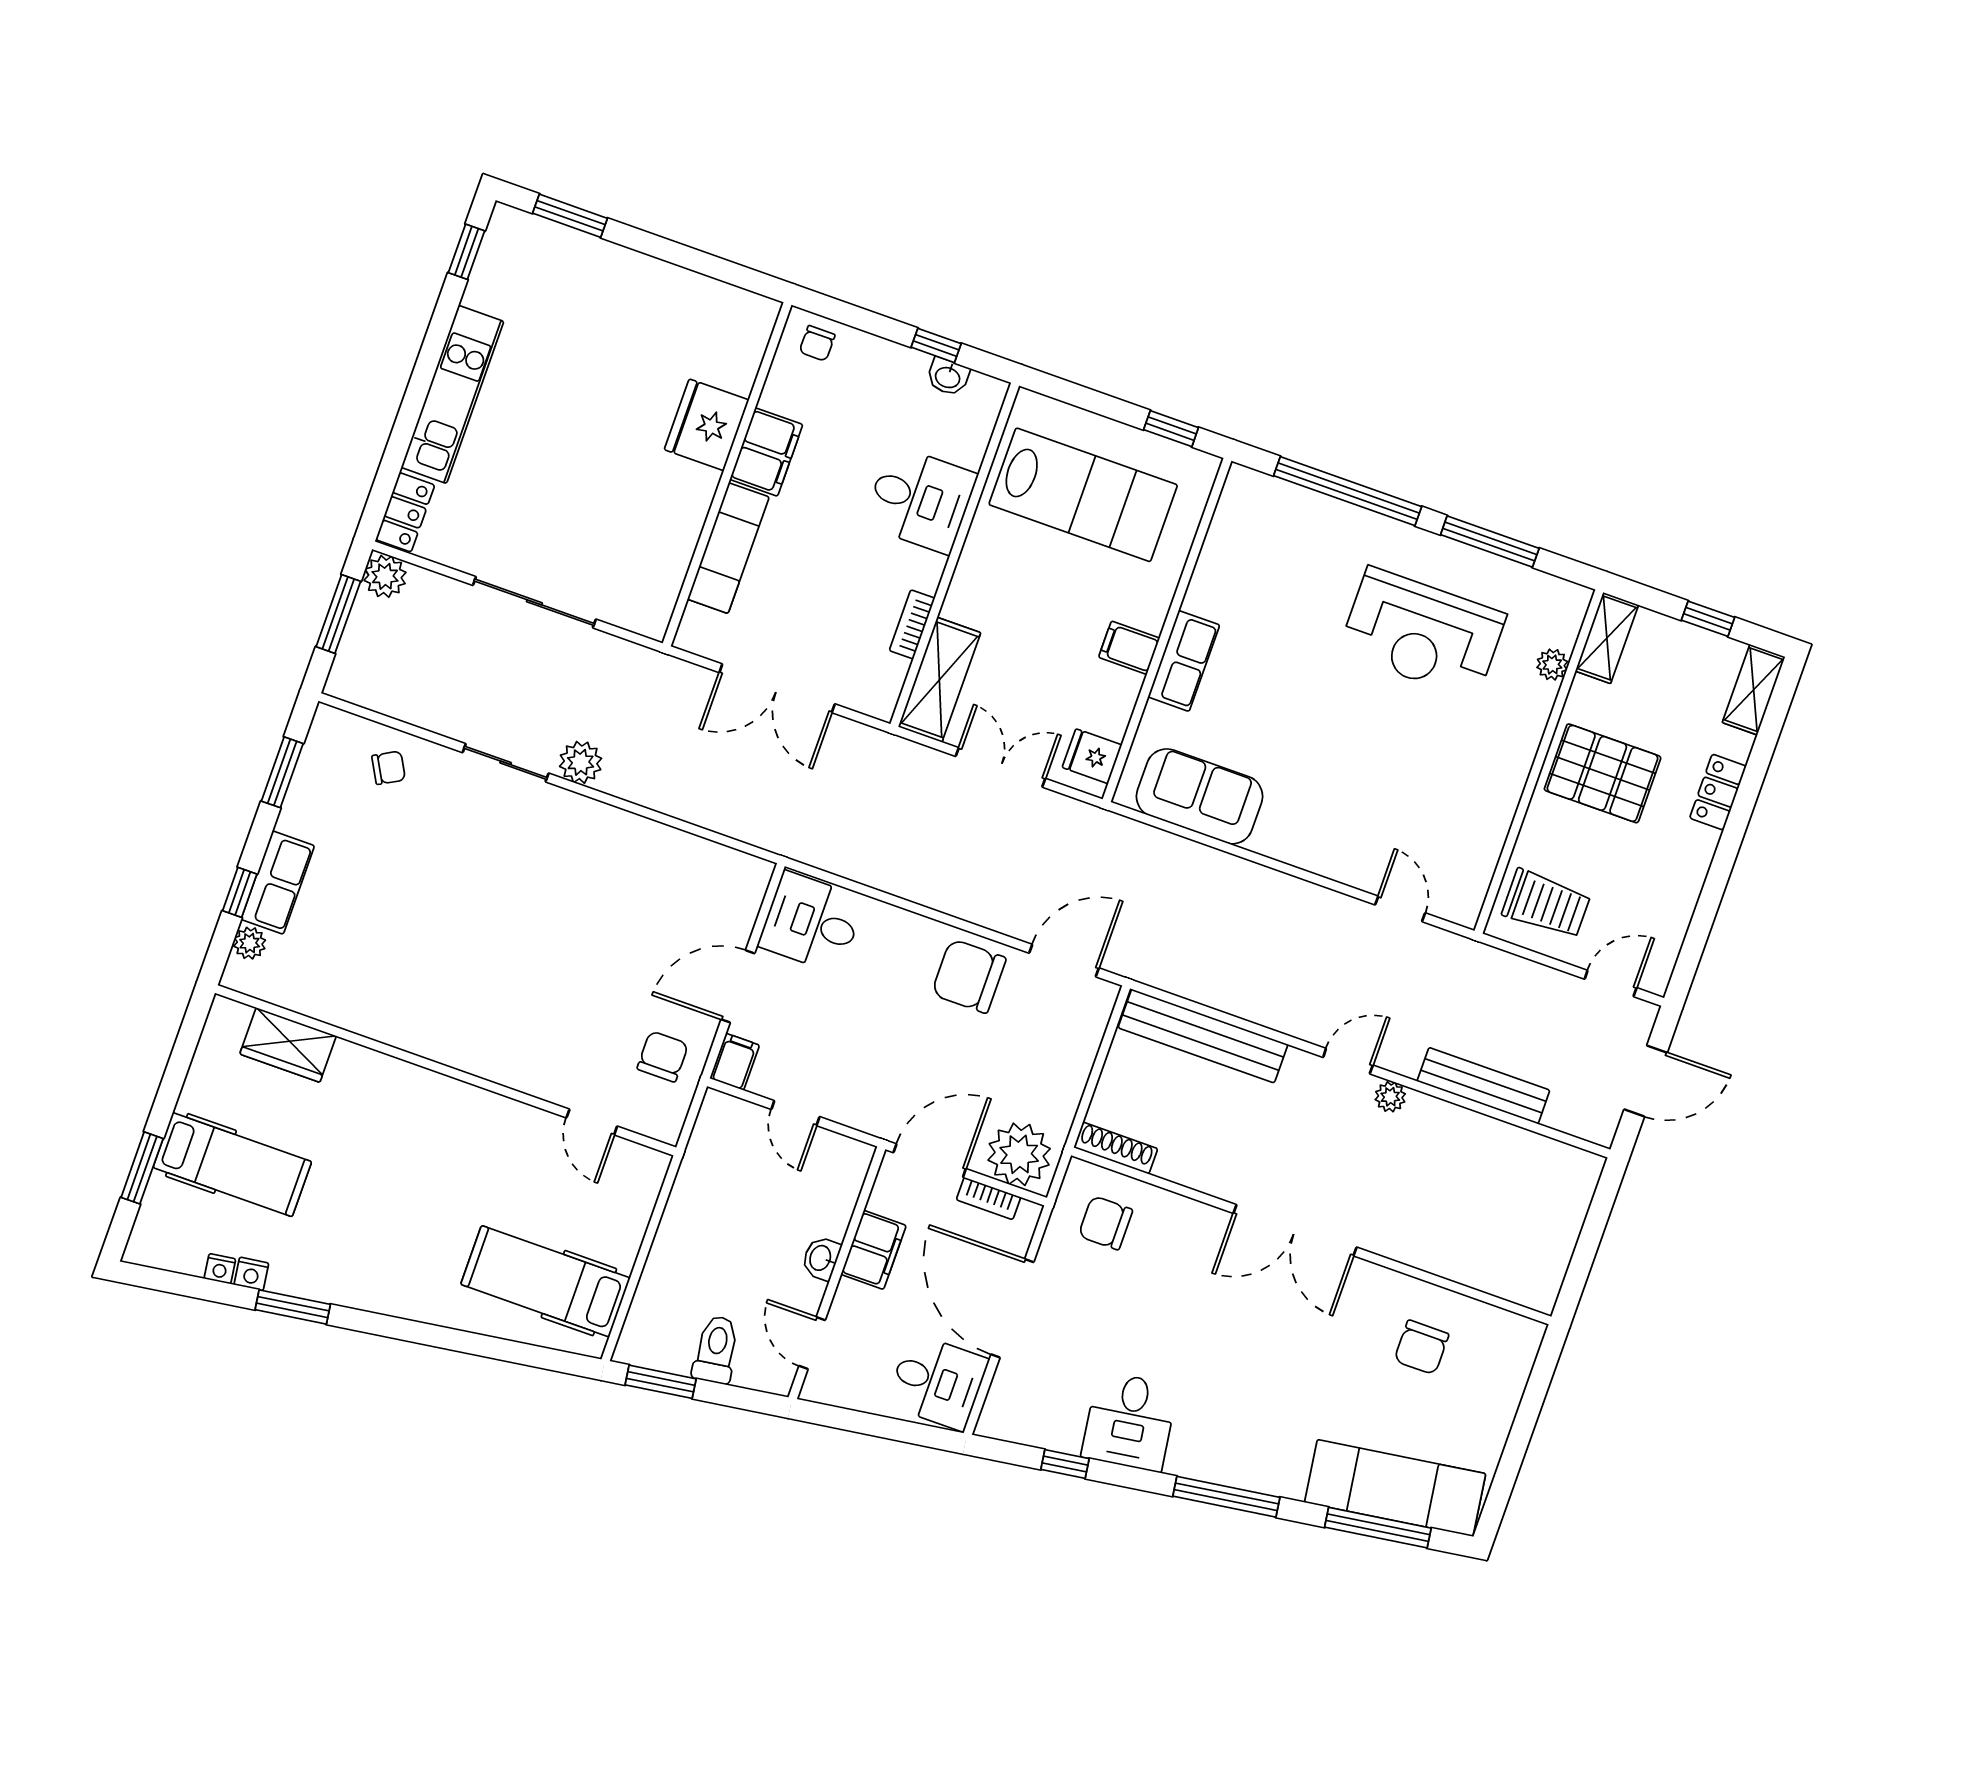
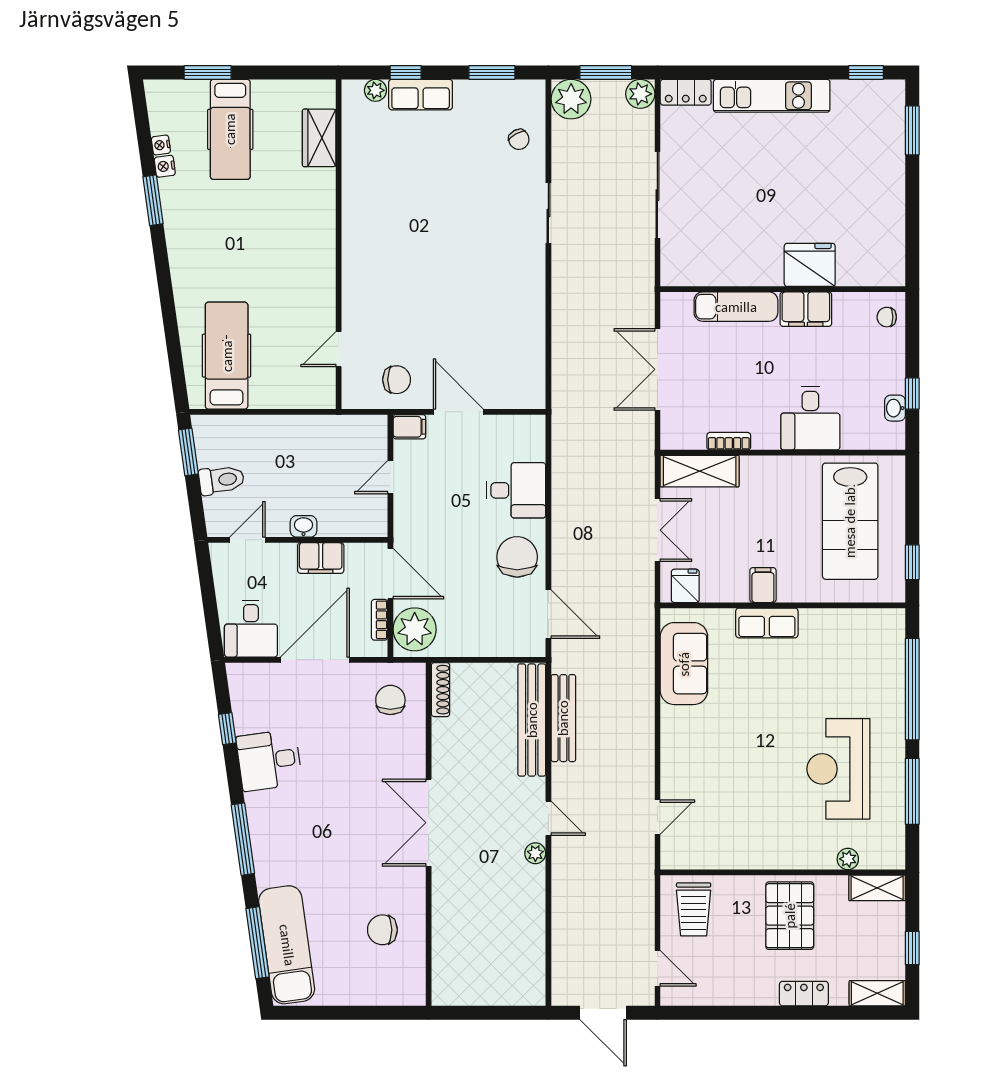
plant: (581, 762) -> (571, 99), moved, width x1.36, depth x1.36
desk: (812, 922) -> (516, 490), moved, turned 90
bench: (1483, 1086) -> (563, 718), moved

